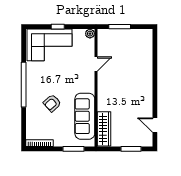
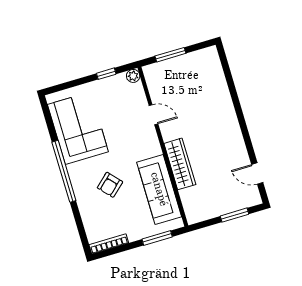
window: (58, 27) -> (106, 74), moved
corner sofa: (49, 45) -> (78, 128), moved, turned -90
door: (96, 64) -> (153, 115), hinge flipped
wardrobe: (104, 129) -> (180, 164), moved

